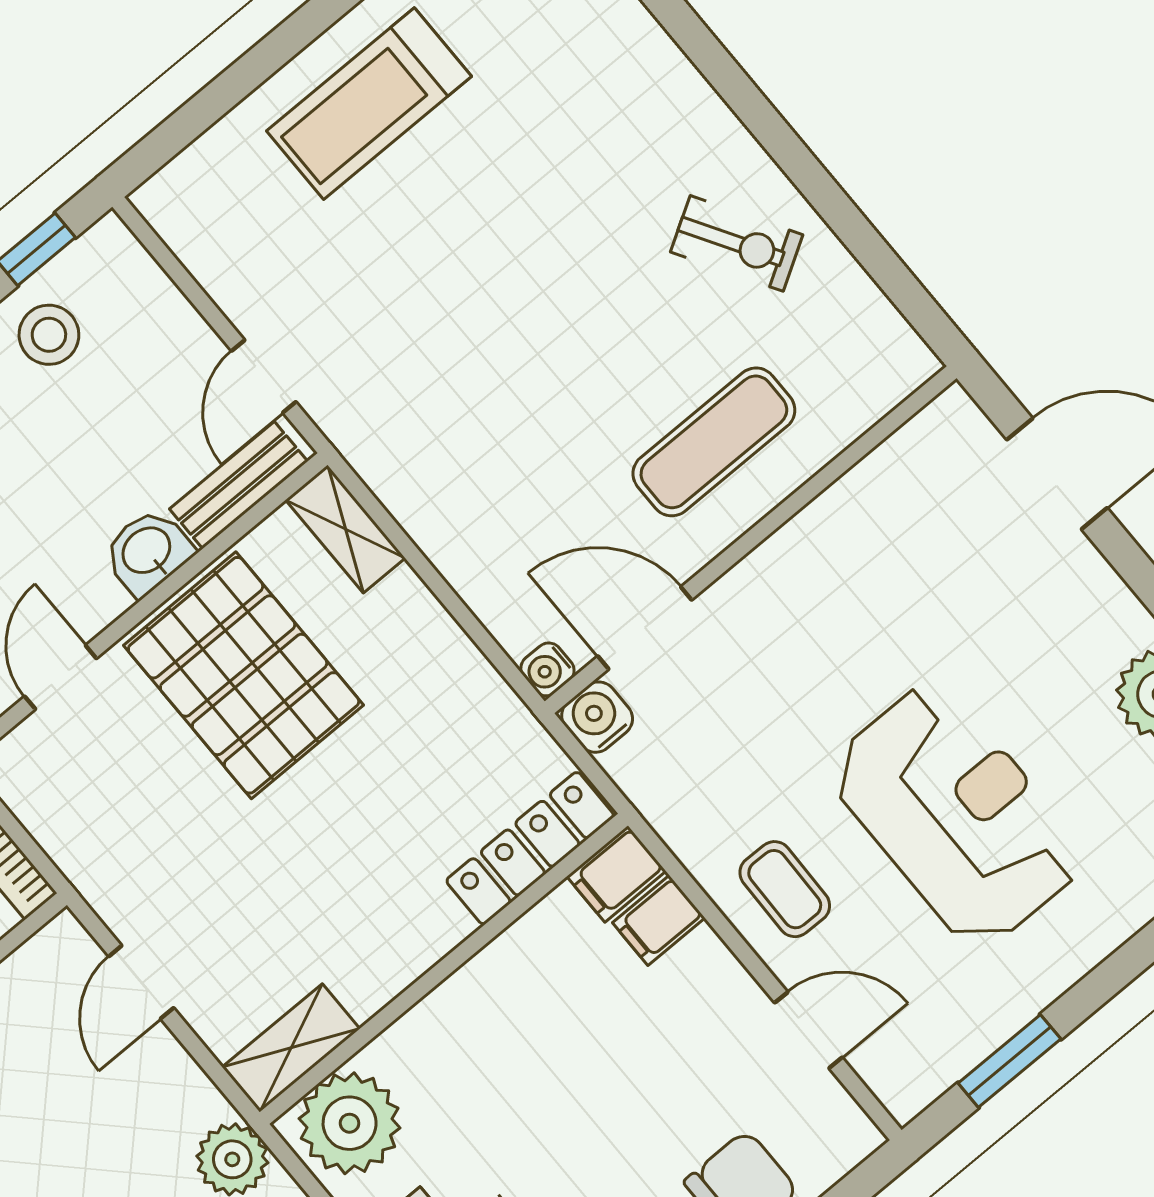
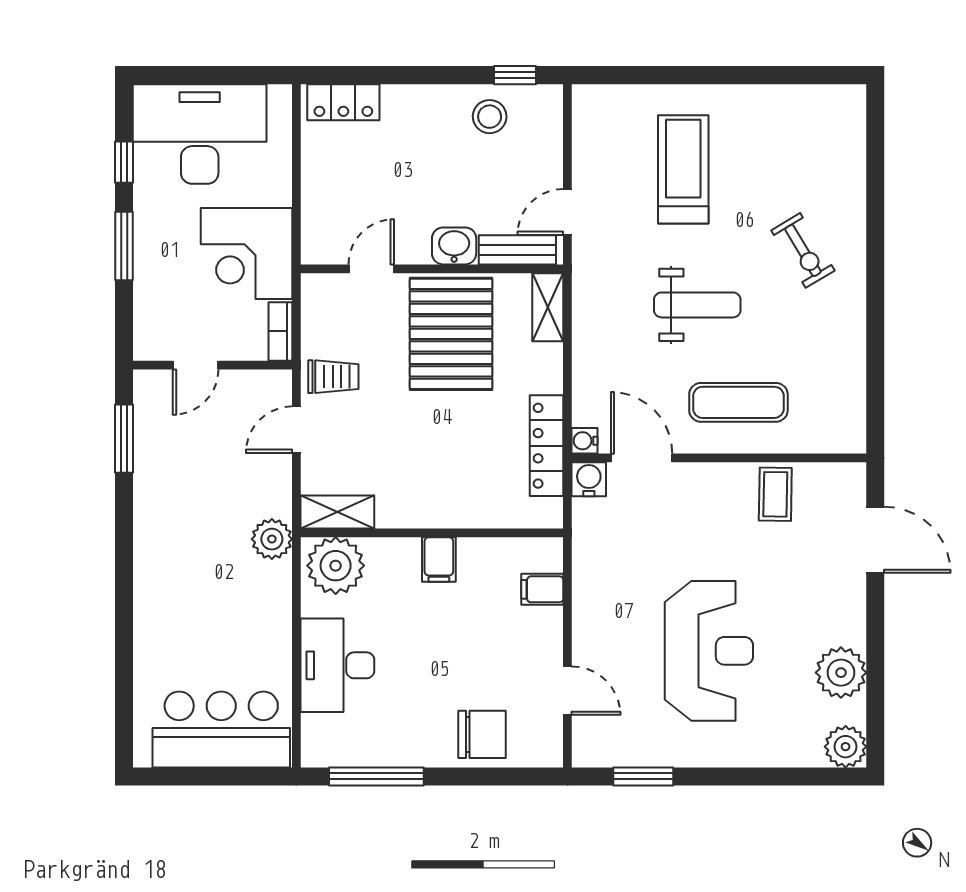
treadmill: (369, 104) -> (683, 169), moved, turned 90
exercise bike: (737, 243) -> (803, 250), moved
weight bench: (547, 356) -> (697, 305), added
locker: (530, 848) -> (546, 446), moved, turned -90
trolley: (131, 868) -> (333, 377), added
filing cabinet: (616, 874) -> (439, 560), moved, turned -90
coffee table: (785, 889) -> (775, 494), moved

